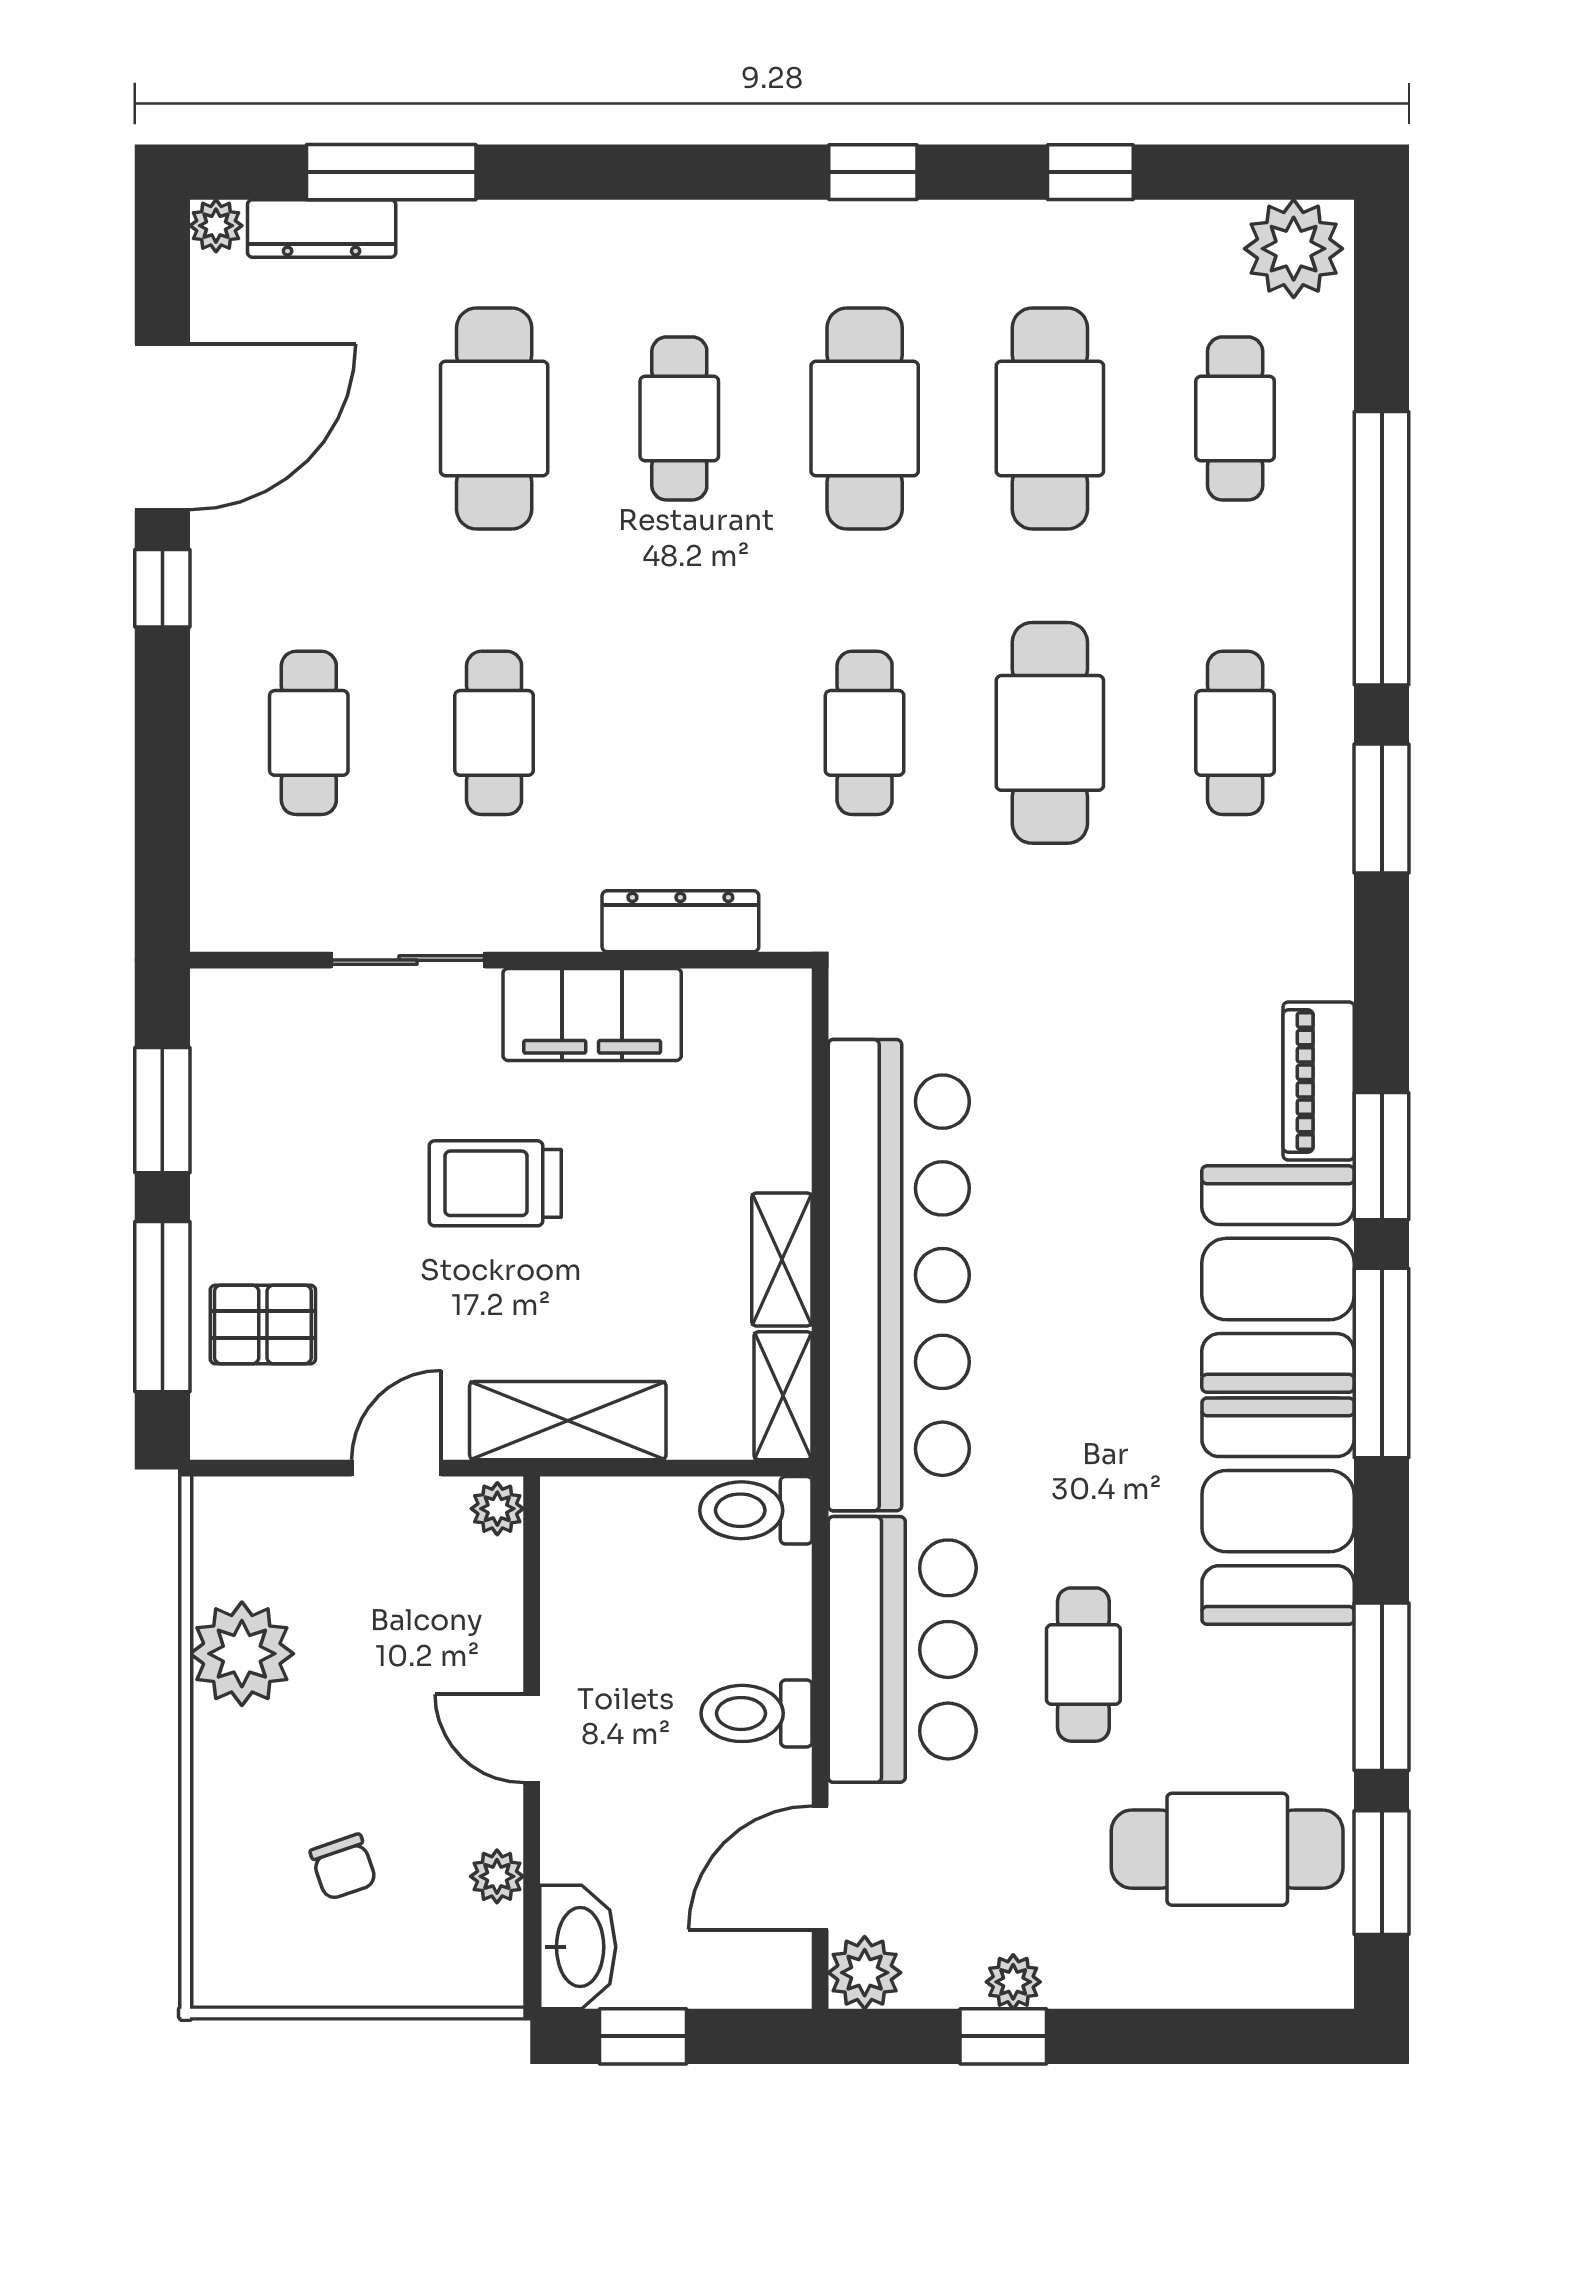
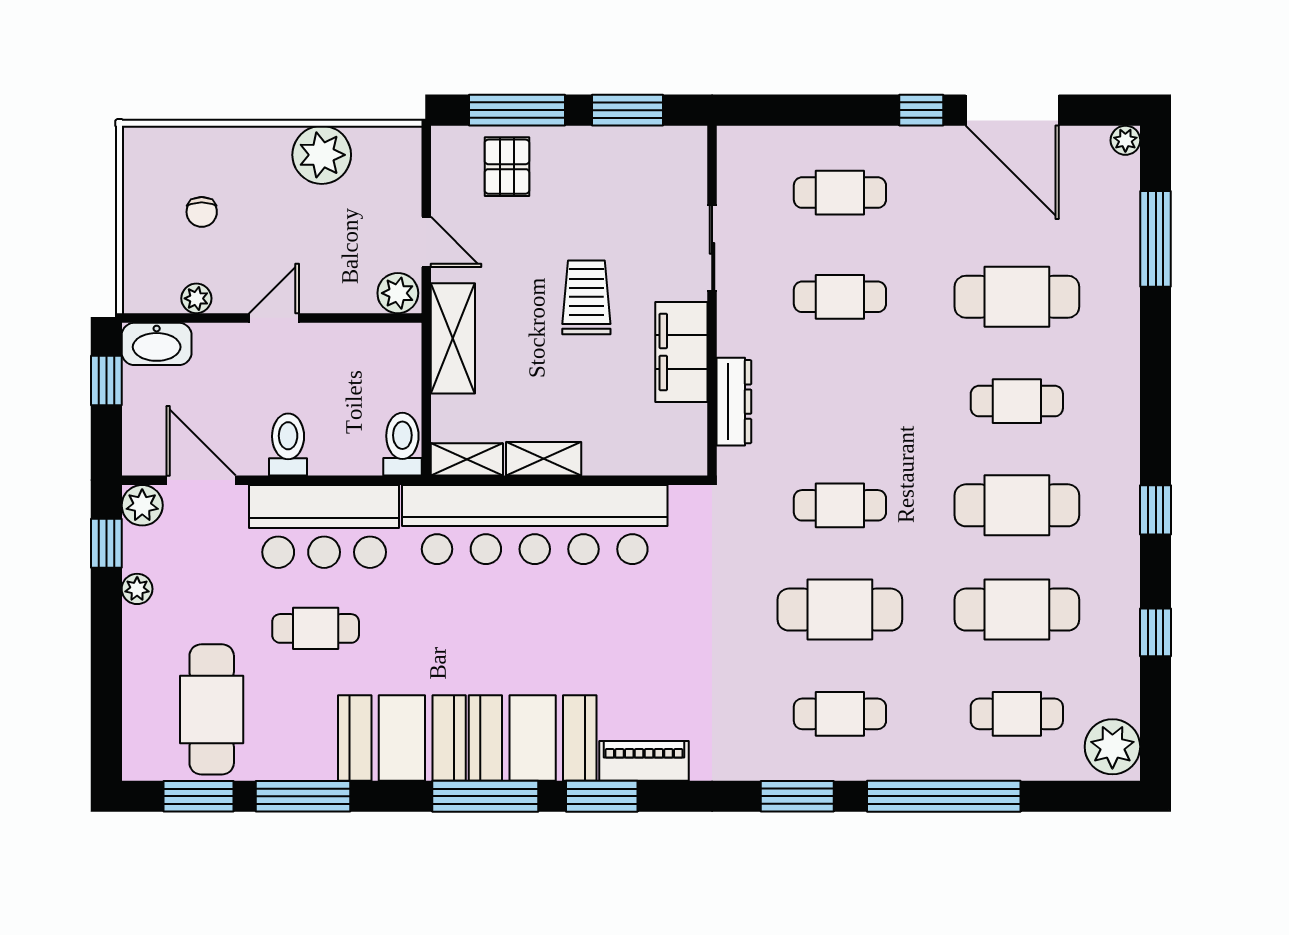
dresser: (322, 229) -> (1124, 200), removed
plant: (497, 1509) -> (398, 293), width x1.38, depth x1.38
chair: (343, 1867) -> (202, 212), turned -71
window: (1003, 2036) -> (106, 543), moved

